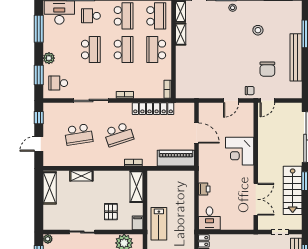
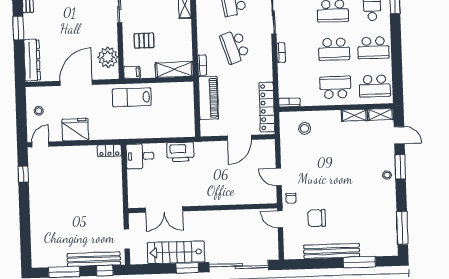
stool: (258, 30) -> (304, 128), moved
locker: (153, 109) -> (267, 107), moved
corner desk: (240, 151) -> (220, 189), removed
piano: (176, 158) -> (208, 98), moved
printer: (204, 189) -> (180, 152), width x1.87, depth x1.48

